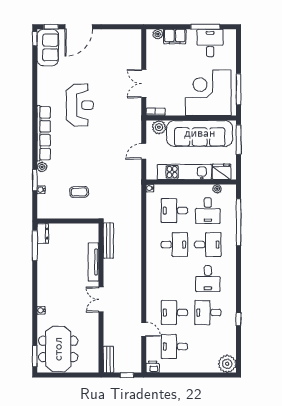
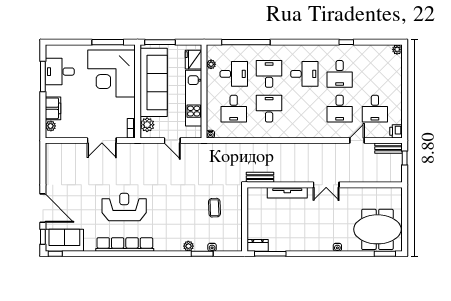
row of seats: (44, 133) -> (125, 244), moved
bench: (108, 241) -> (260, 177), width x0.73
bench: (108, 360) -> (388, 148), moved
plant: (227, 364) -> (397, 49), width x0.53, depth x0.53

